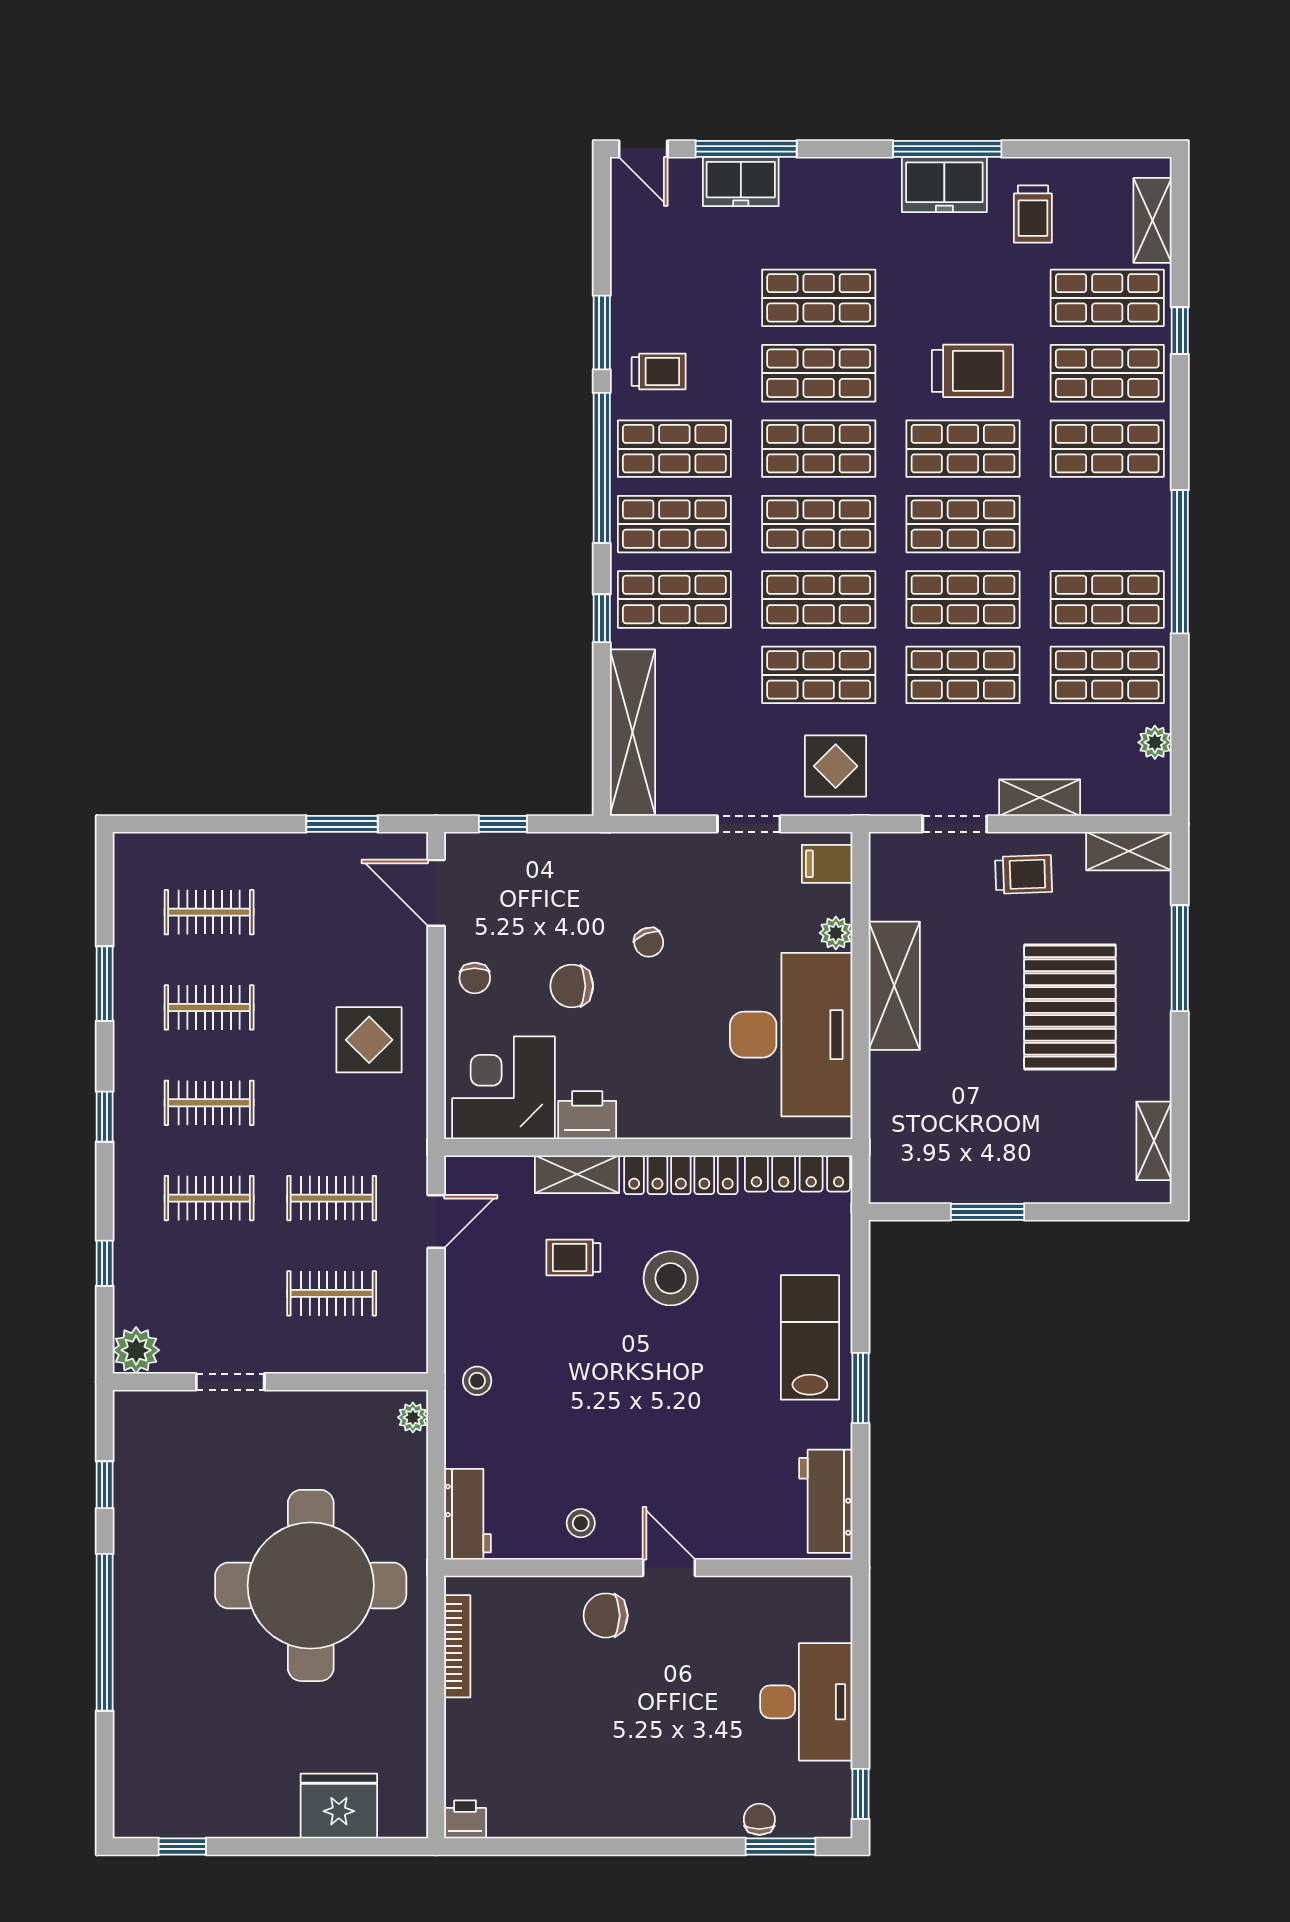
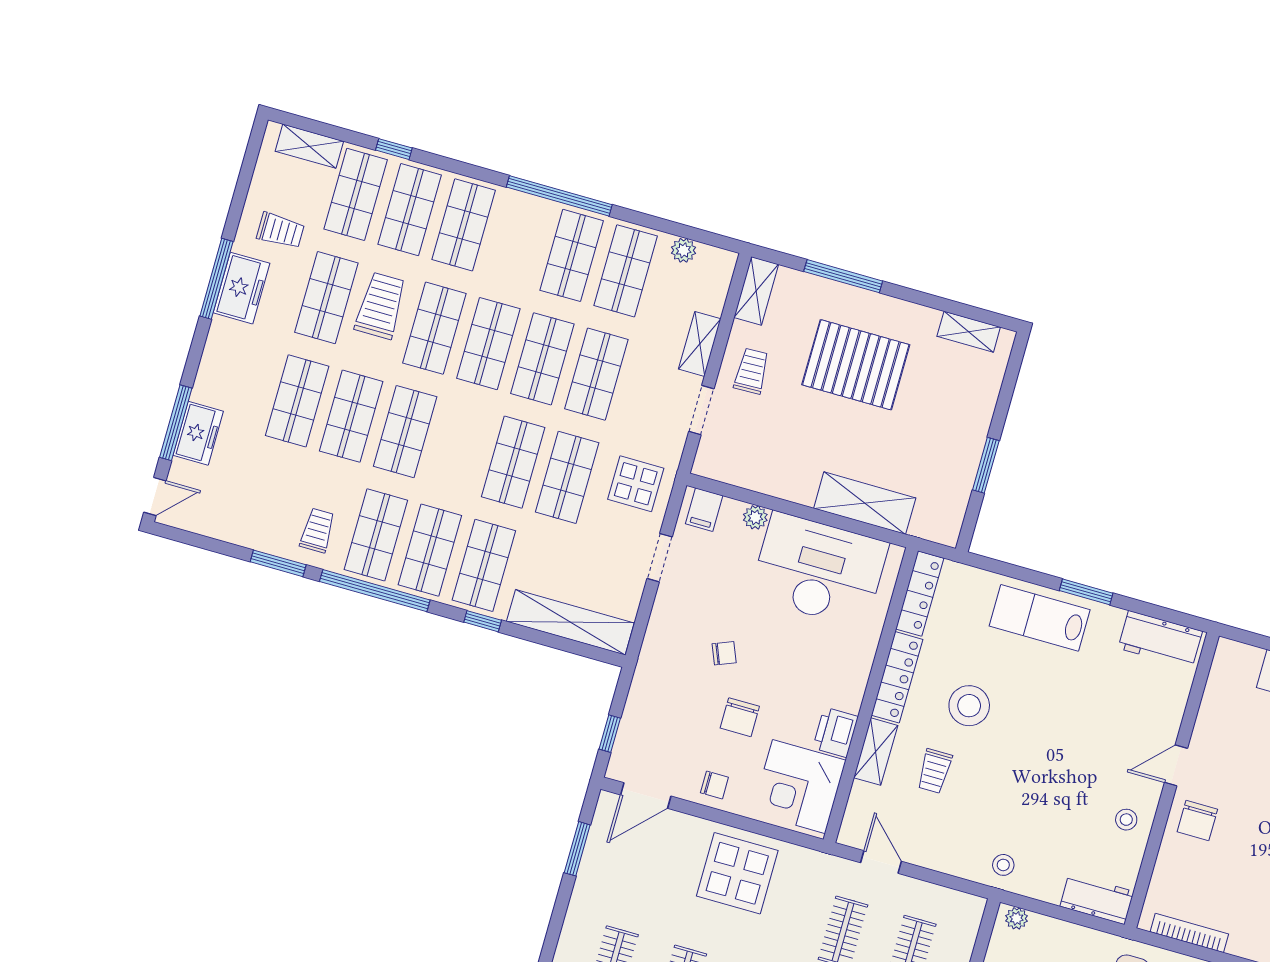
shop shelf: (819, 524) -> (326, 298), moved
shelving: (894, 986) -> (865, 503), moved
display table: (369, 1040) -> (737, 873), width x1.36, depth x1.36

